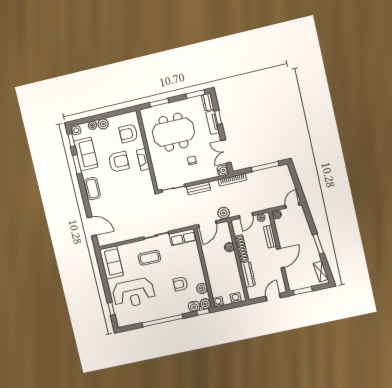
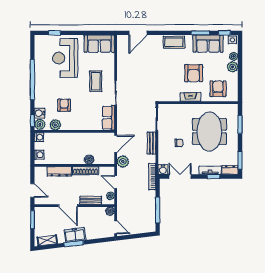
door: (207, 224) -> (116, 144), swing flipped
freezer: (309, 245) -> (75, 235), added

